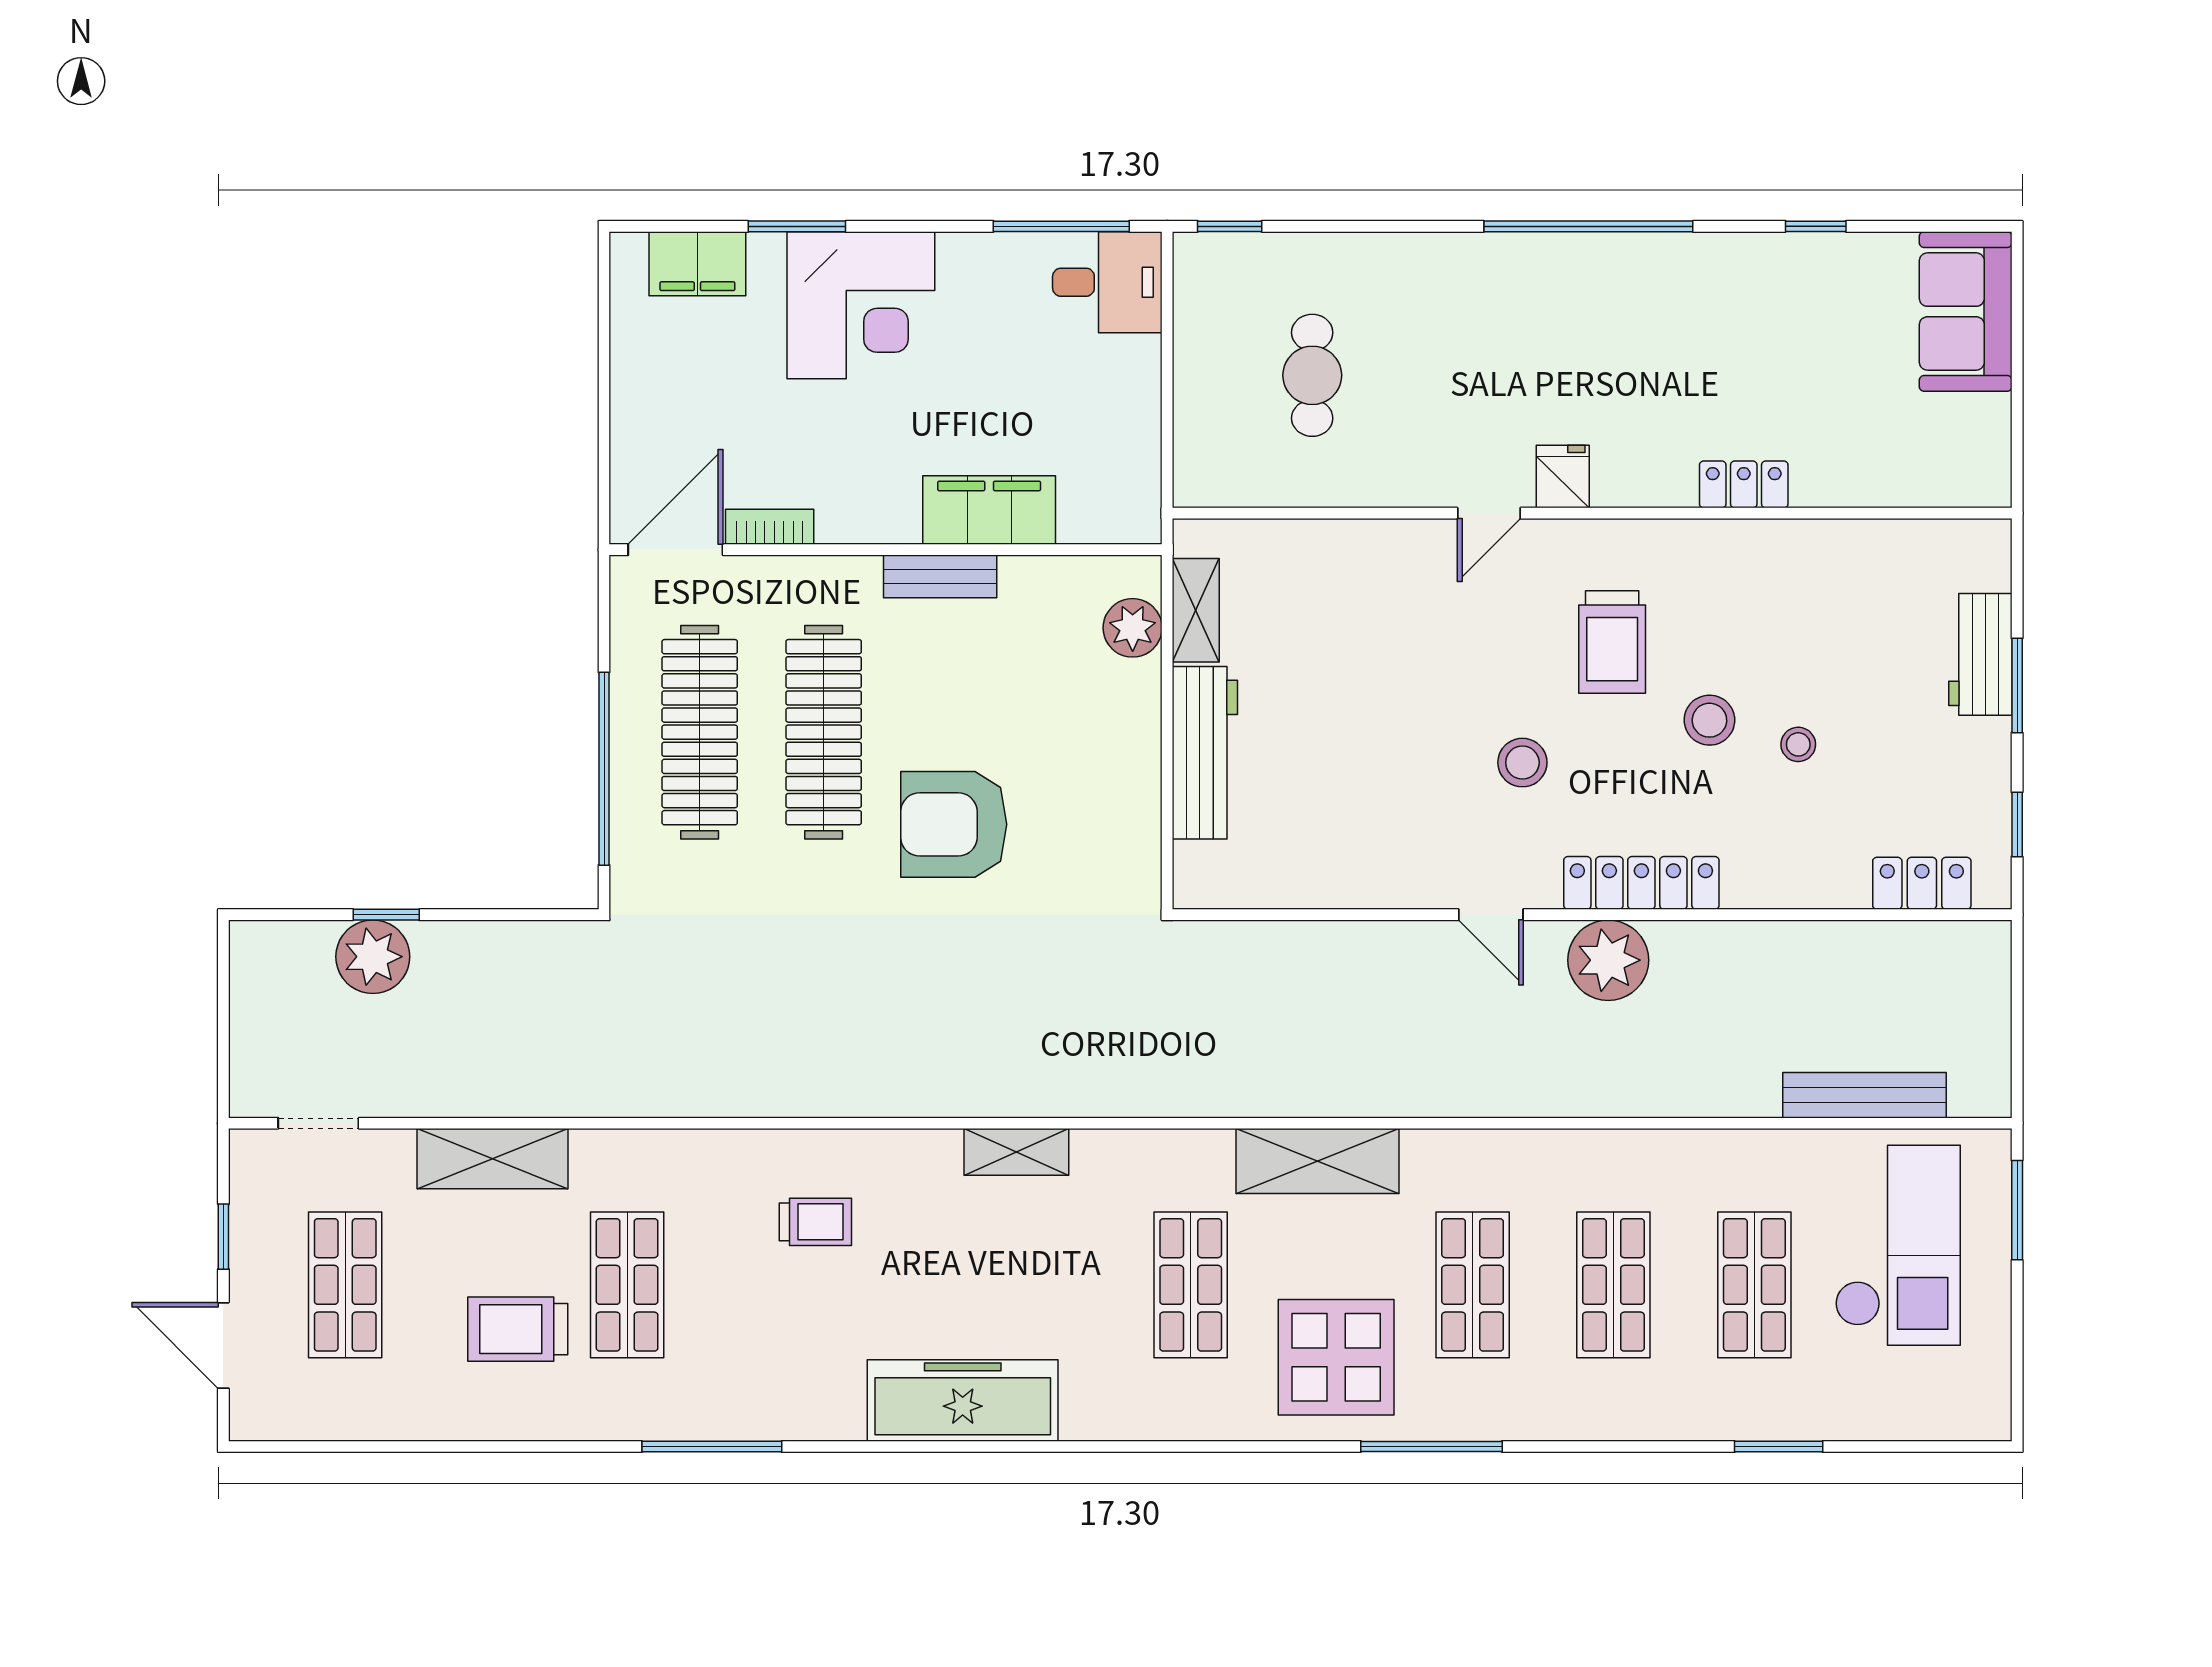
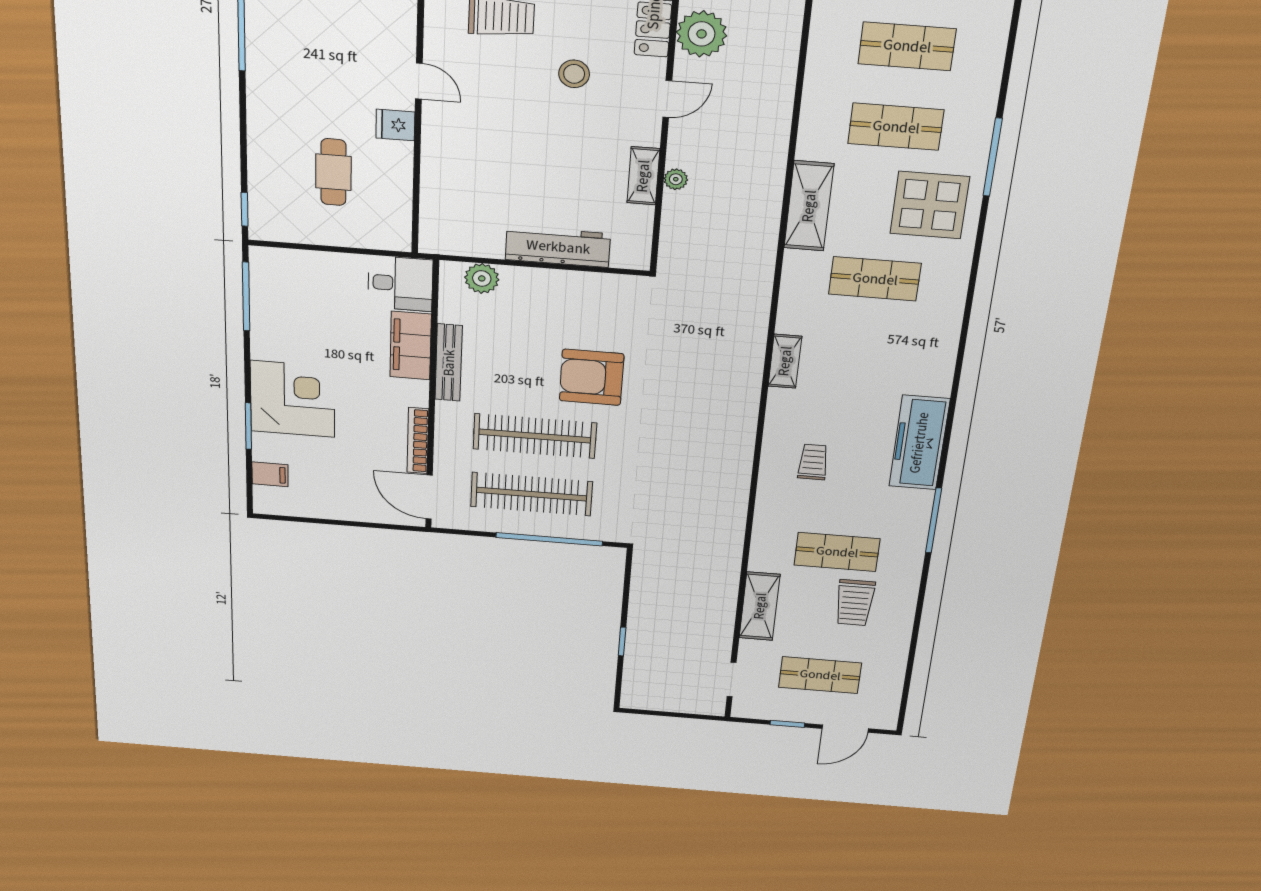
filing cabinet: (697, 264) -> (270, 474), width x0.50
desk: (1107, 282) -> (400, 284), moved, turned 90
cafe table: (1312, 375) -> (333, 172), turned 90
fridge: (1563, 477) -> (395, 125), moved
bookcase: (770, 527) -> (418, 441), width x1.56
bench: (940, 576) -> (449, 363), width x1.36
shelving: (1196, 610) -> (643, 176), moved, turned 90
armchair: (954, 824) -> (592, 377), turned 90
plant: (373, 957) -> (676, 179), moved, width x0.53, depth x0.53
freezer: (963, 1400) -> (919, 443), moved

